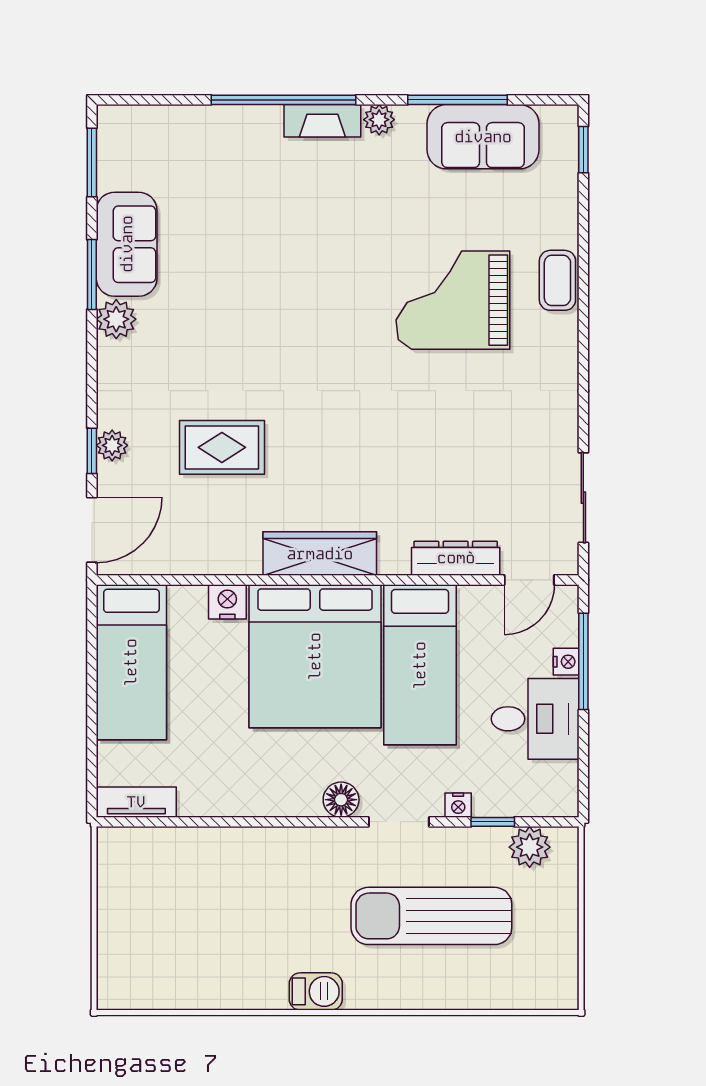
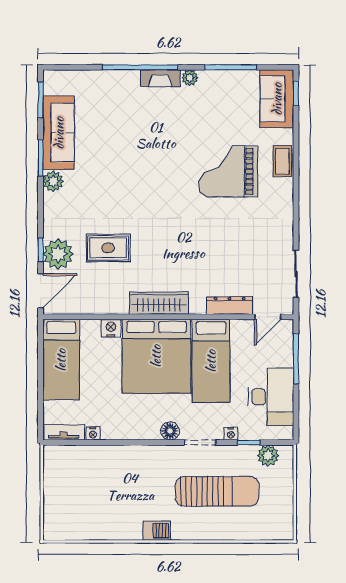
sofa: (483, 137) -> (277, 99), moved, turned 90
sofa: (127, 244) -> (59, 133), width x1.36
plant: (112, 445) -> (58, 254), width x1.88, depth x1.88
nightstand: (566, 662) -> (93, 434), moved, turned 90
desk: (535, 719) -> (271, 397), width x1.37
sun lounger: (431, 916) -> (217, 491), turned 180

